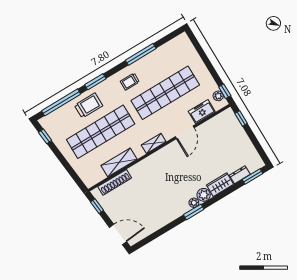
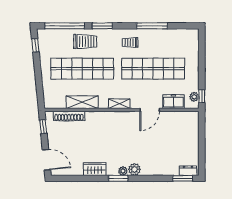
window: (241, 118) -> (202, 126), removed
dresser: (240, 175) -> (188, 171), moved
wardrobe: (220, 185) -> (95, 169), moved

